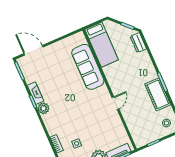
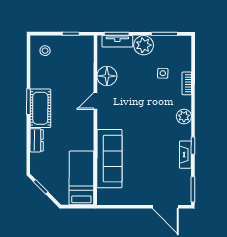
dresser: (138, 43) -> (37, 140), moved
cot: (158, 94) -> (40, 108), moved
plant: (43, 108) -> (184, 117), moved
floor lamp: (115, 124) -> (107, 76), added

